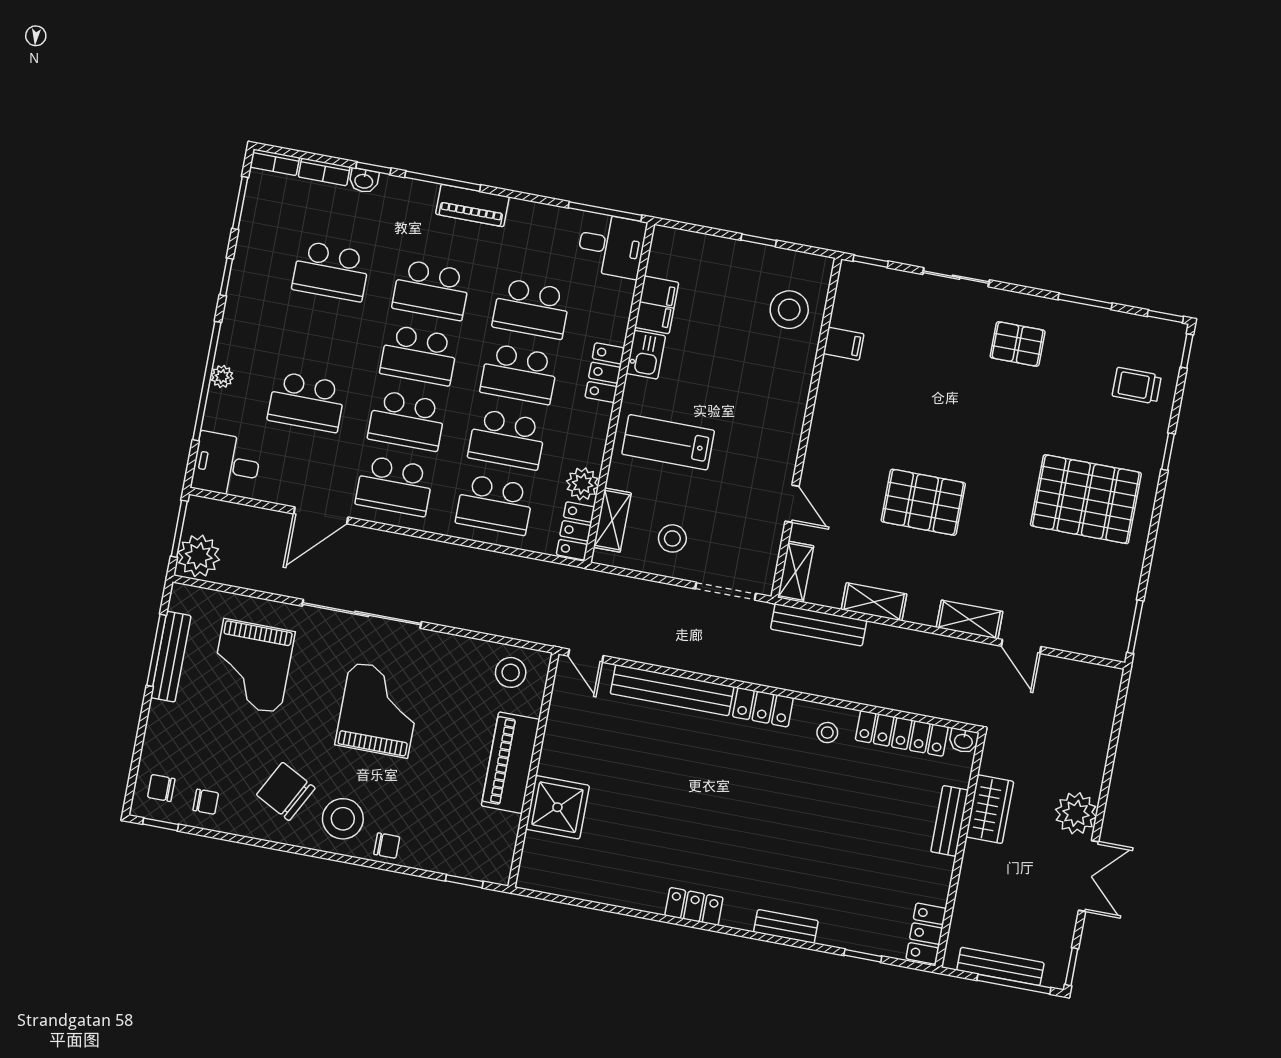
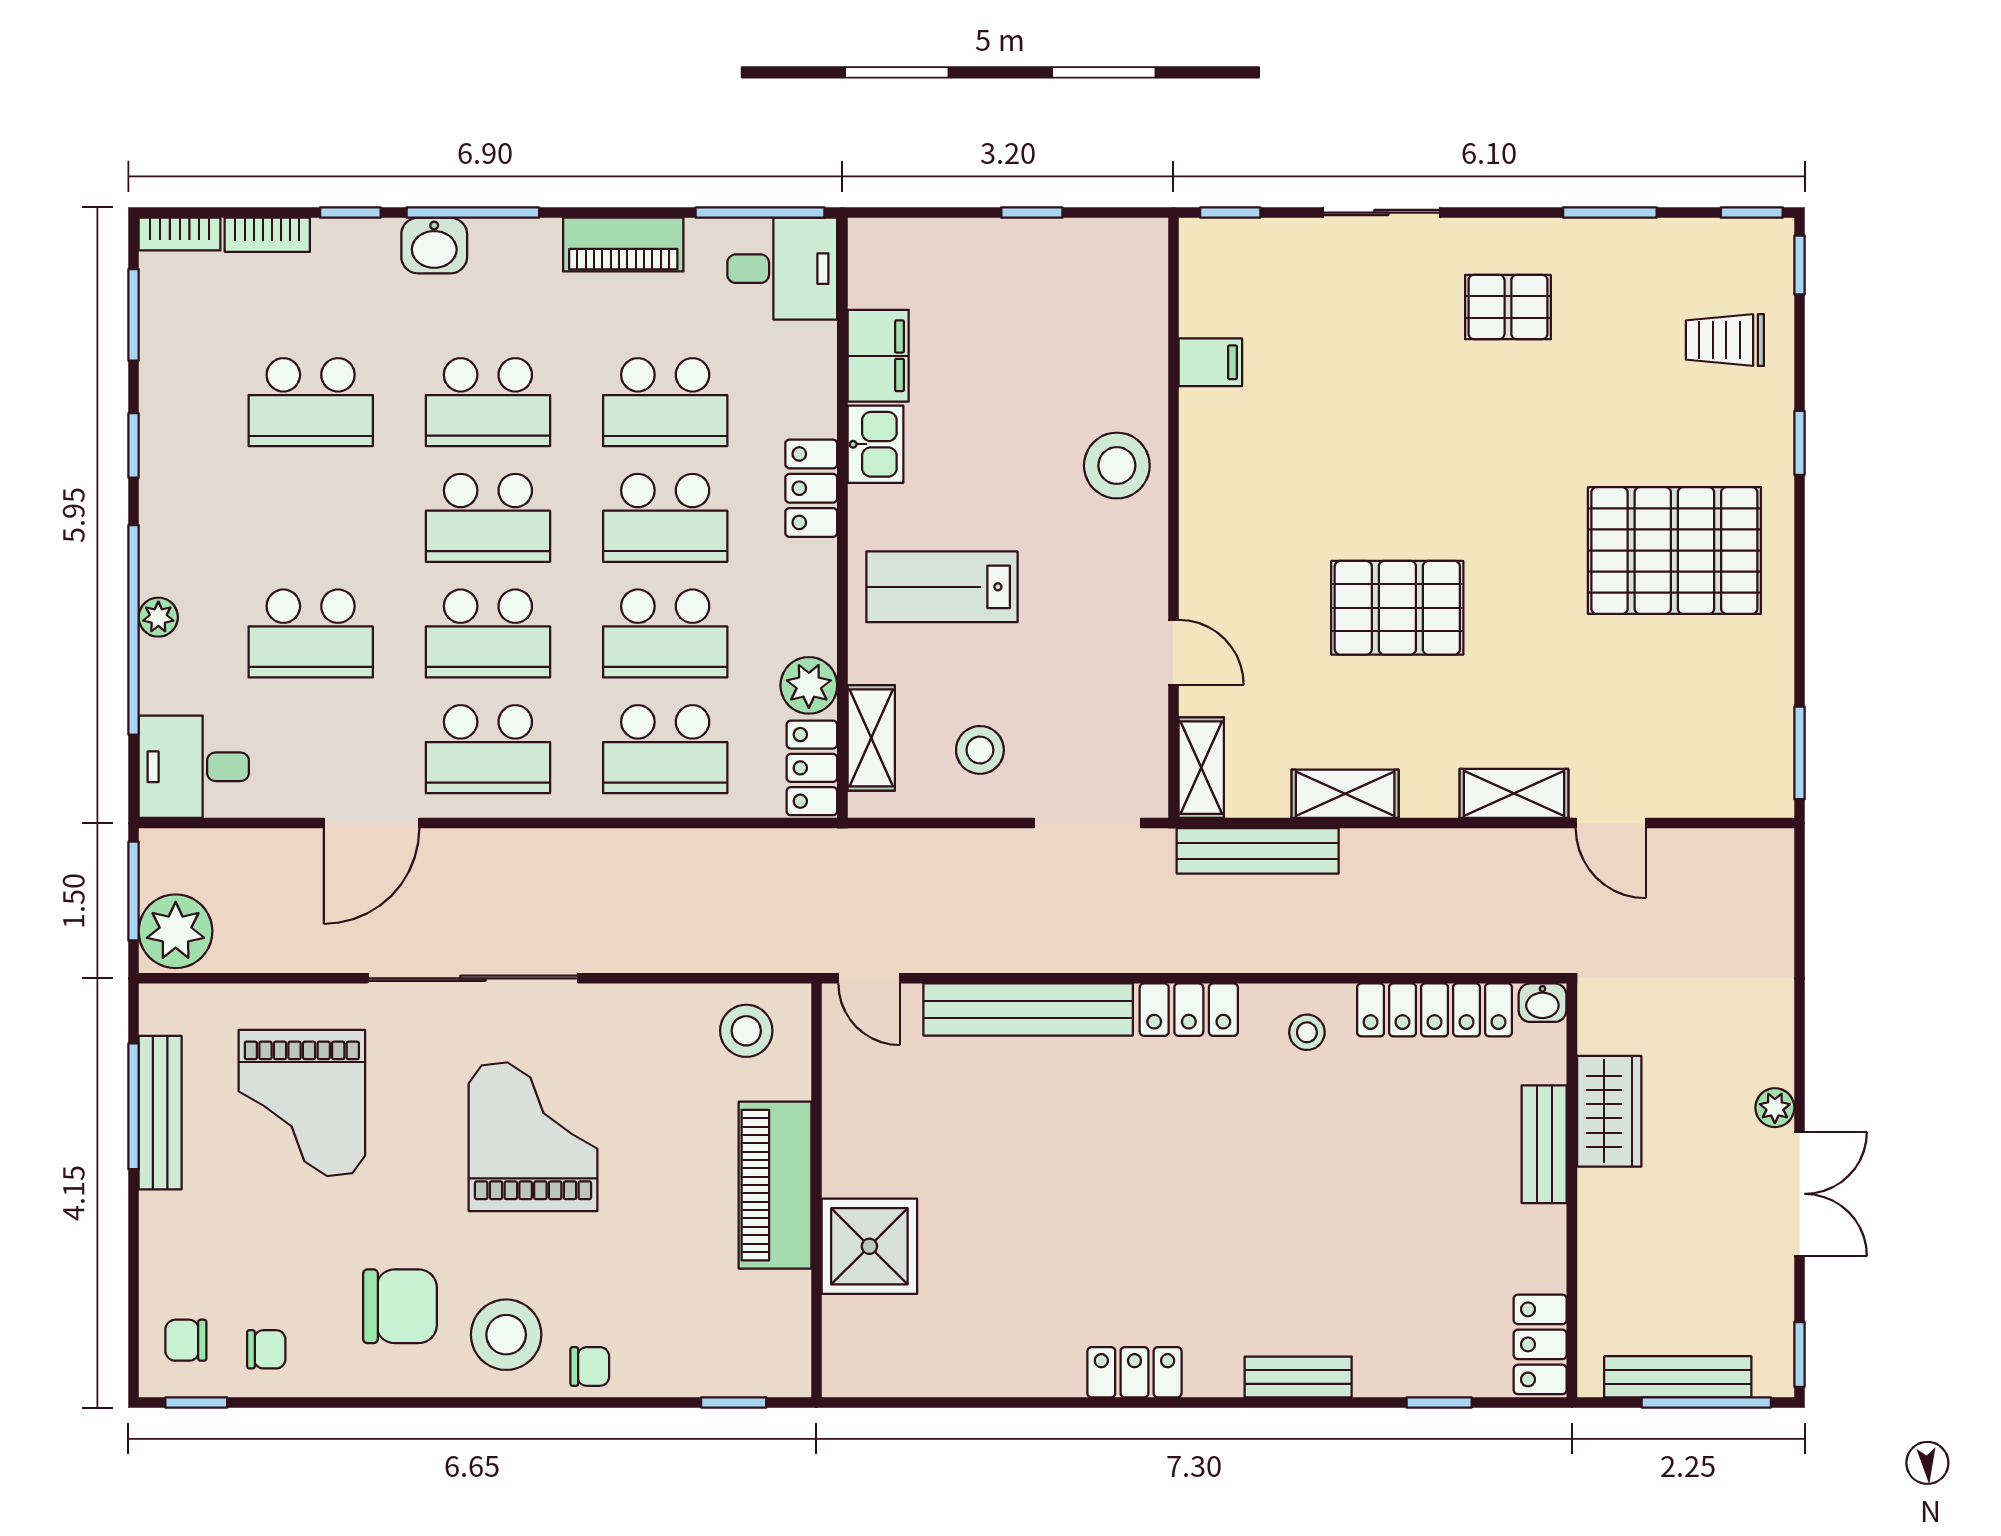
washbasin: (364, 181) -> (434, 246), moved, width x1.38, depth x1.45
piano: (472, 205) -> (623, 245), moved
stool: (789, 310) -> (1117, 466), moved
chair: (286, 791) -> (400, 1306), turned 152
plant: (1076, 813) -> (1775, 1108), width x0.53, depth x0.53

